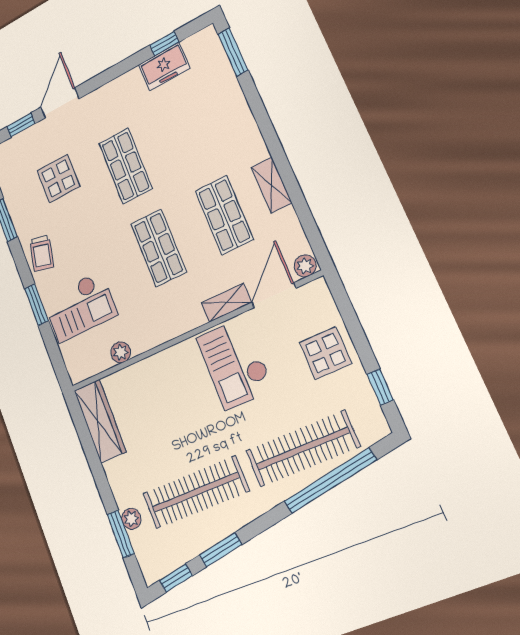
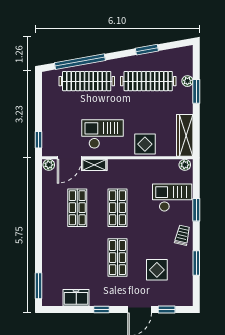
window: (164, 44) -> (102, 309), moved
shelving: (271, 185) -> (48, 211), removed
plant: (121, 352) -> (185, 165), moved
display table: (325, 353) -> (145, 144), moved
checkout: (235, 364) -> (102, 134), turned -90
window: (380, 387) -> (39, 140), moved
window: (121, 534) -> (196, 91), moved
window: (176, 578) -> (175, 45), removed

